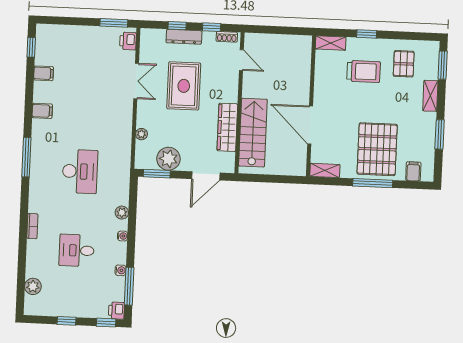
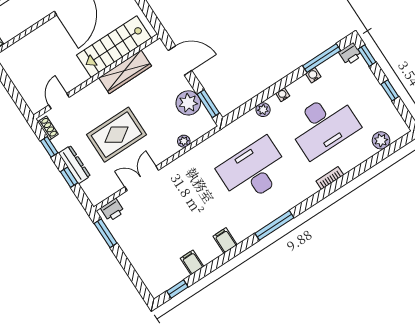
desk: (80, 171) -> (254, 171), width x1.36, depth x1.30
desk: (77, 250) -> (323, 125), width x1.87, depth x1.30

